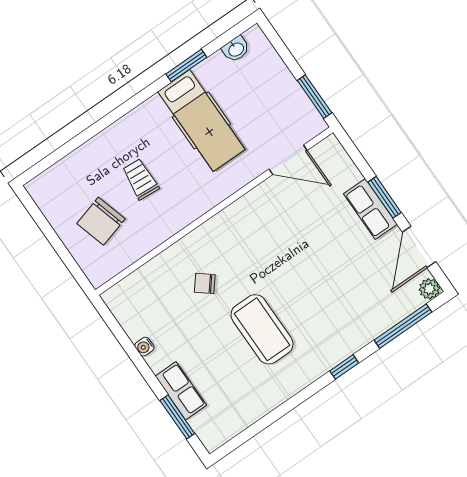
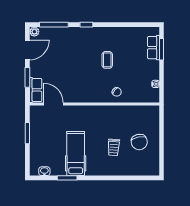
door: (288, 160) -> (54, 104), moved
row of seats: (370, 209) -> (36, 90), moved
wall: (214, 211) -> (94, 104), moved
chair: (101, 221) -> (139, 142), turned 93
coffee table: (262, 329) -> (107, 60), width x0.54, depth x0.58
row of seats: (181, 391) -> (153, 48), moved

